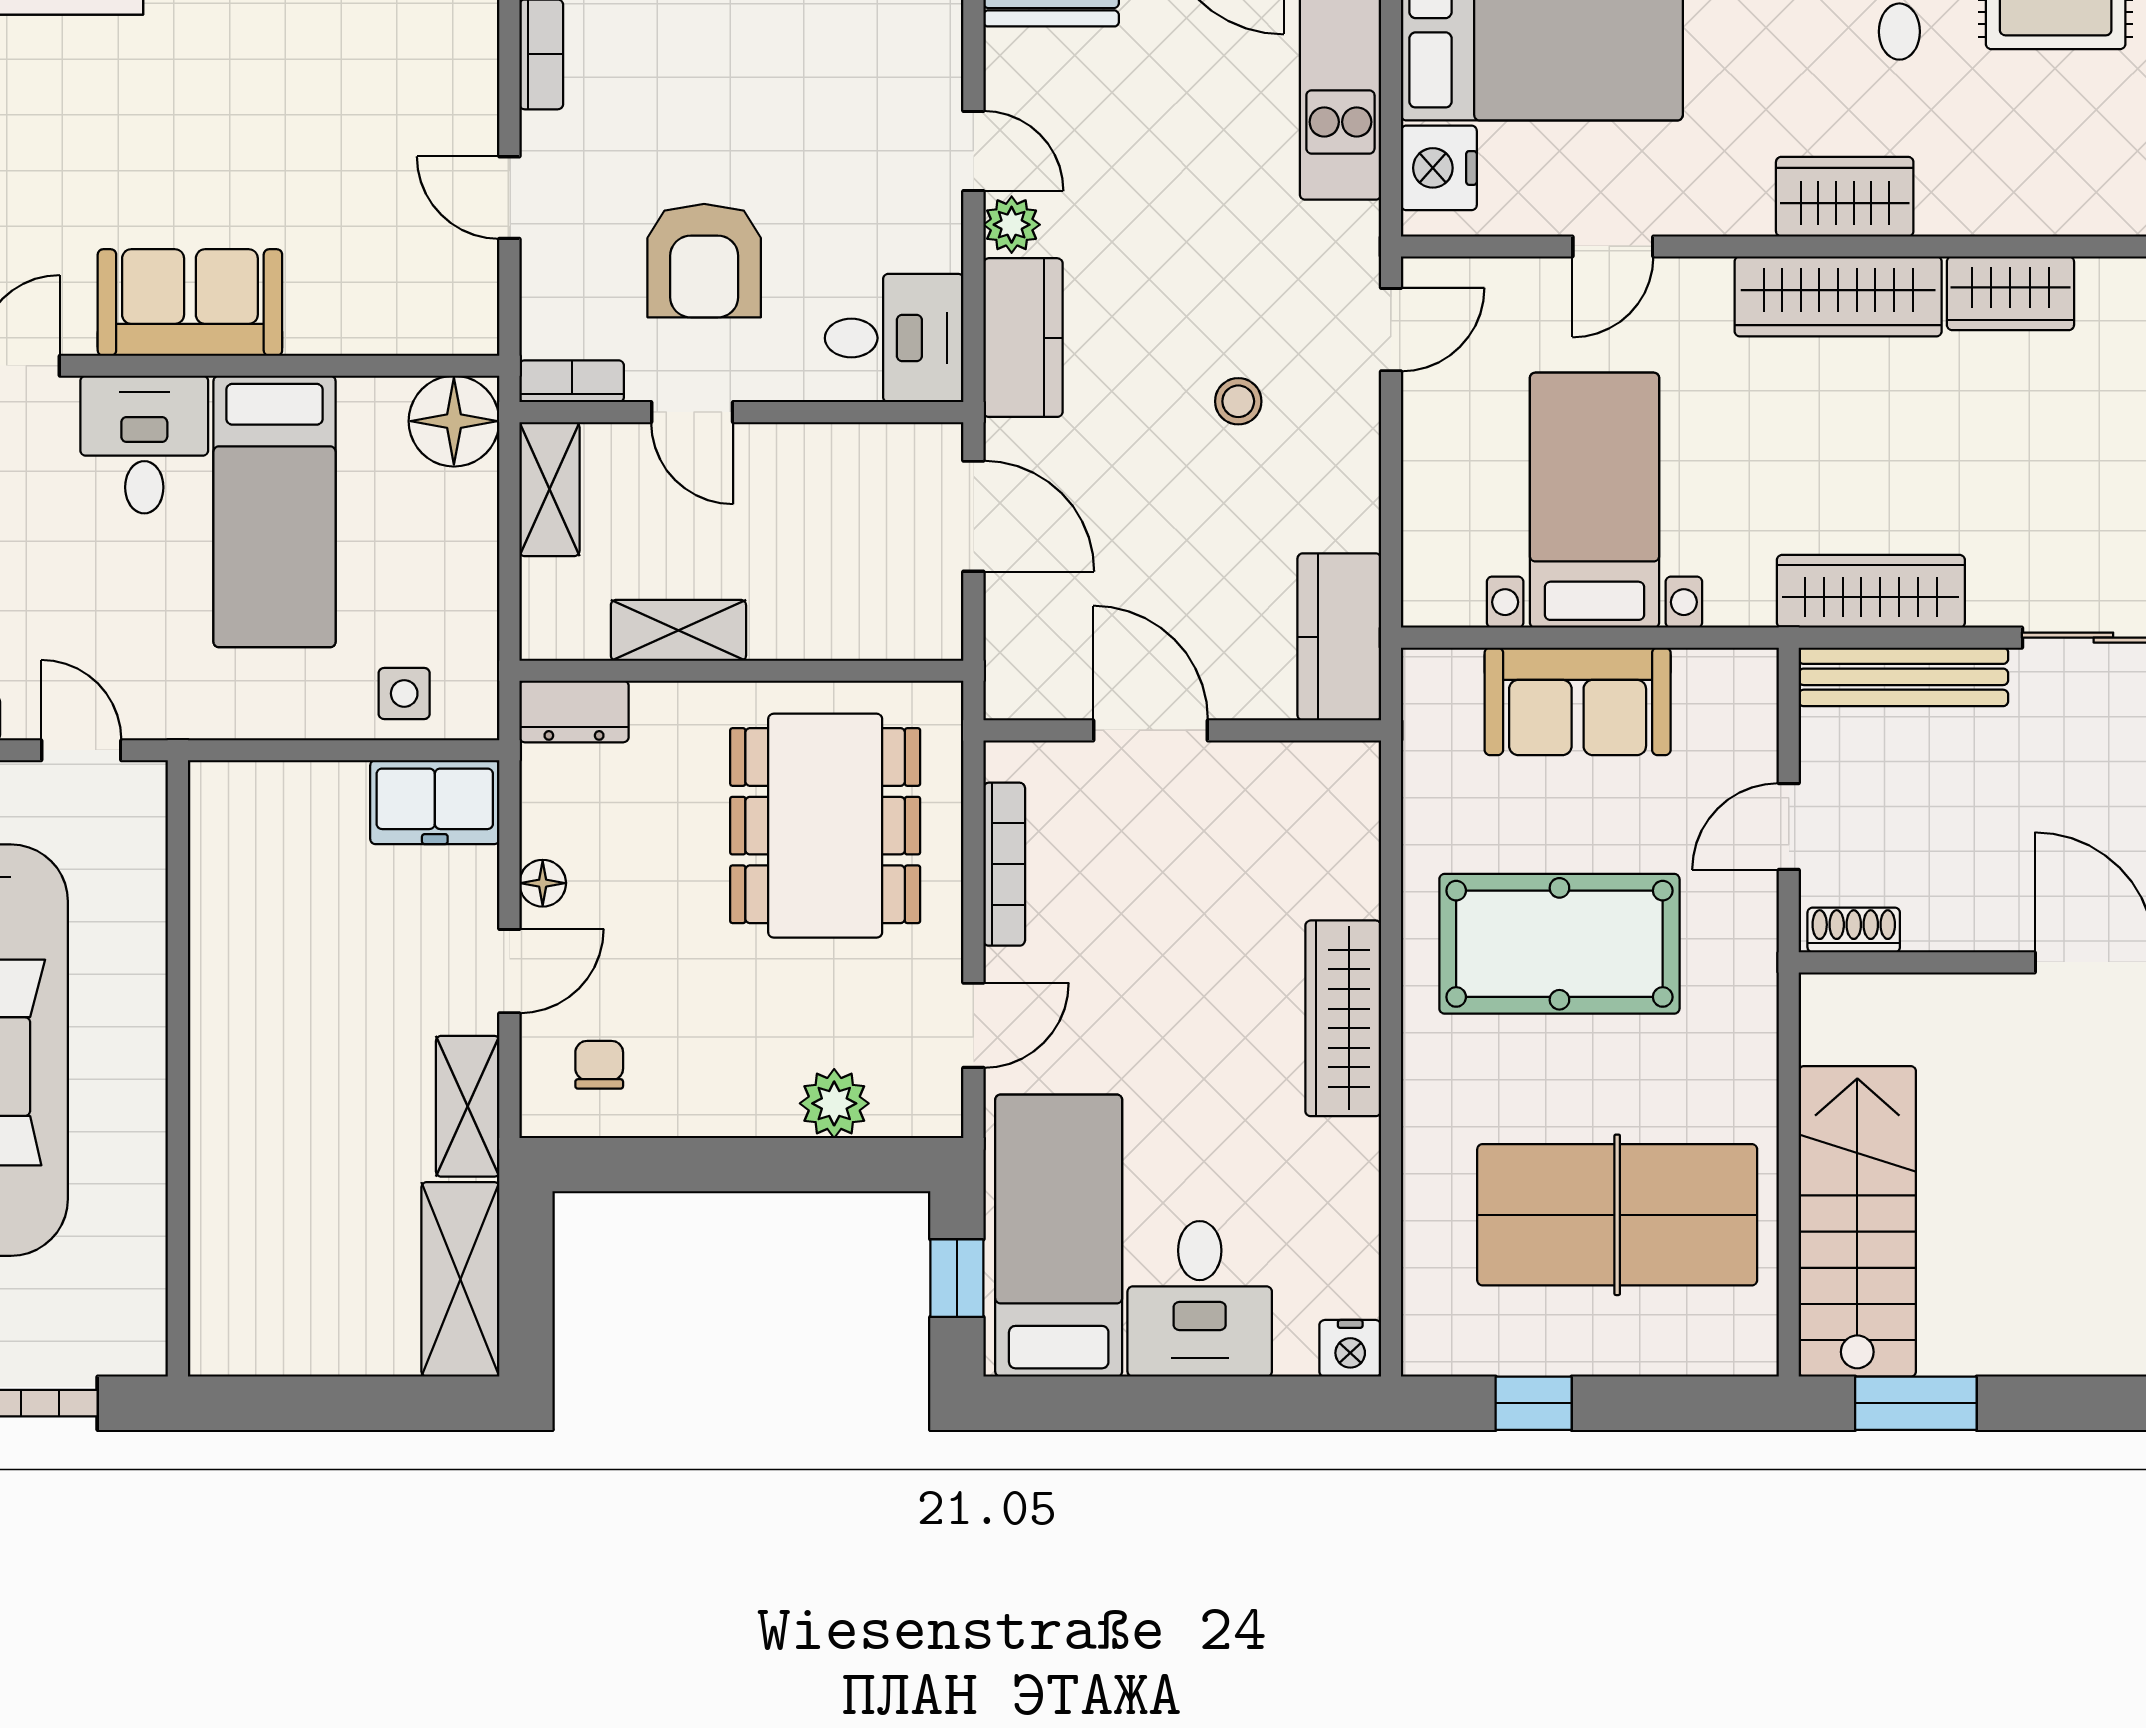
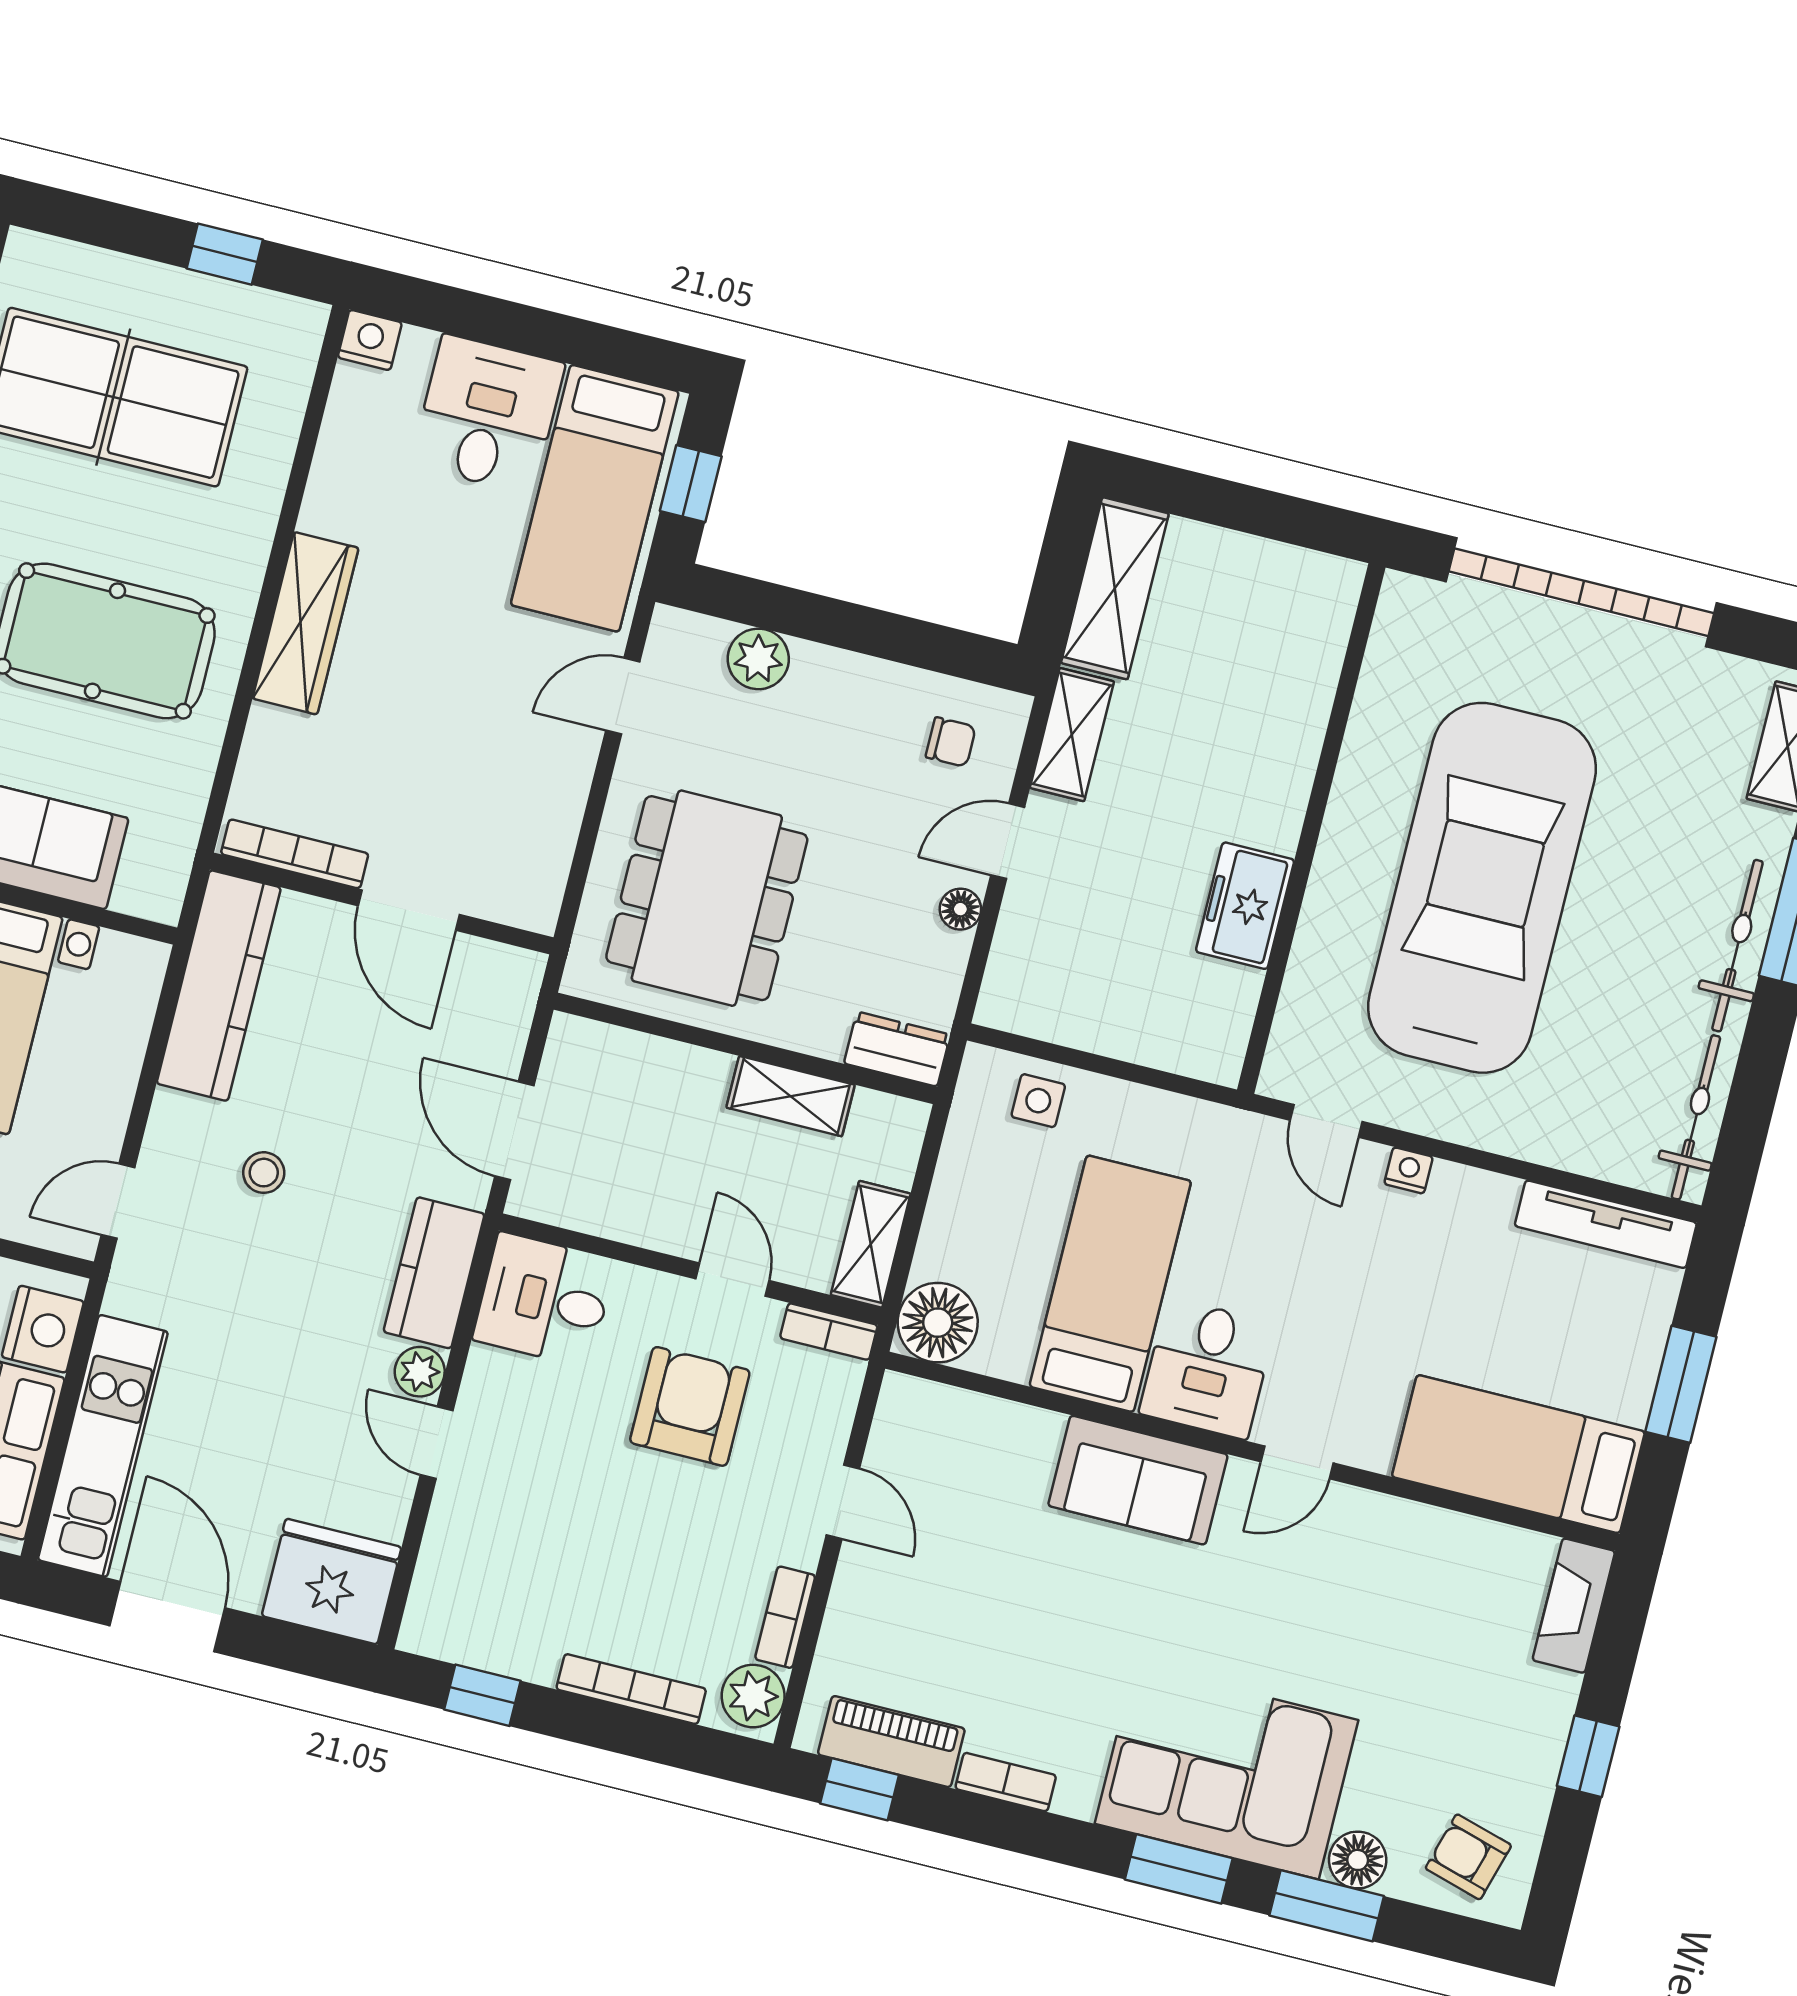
kitchen counter: (1339, 637) -> (219, 986), width x1.50
freezer: (435, 802) -> (1245, 906), moved, turned -90
bookcase: (1004, 864) -> (295, 854), moved, turned 90
chair: (599, 1065) -> (951, 742), turned -90

